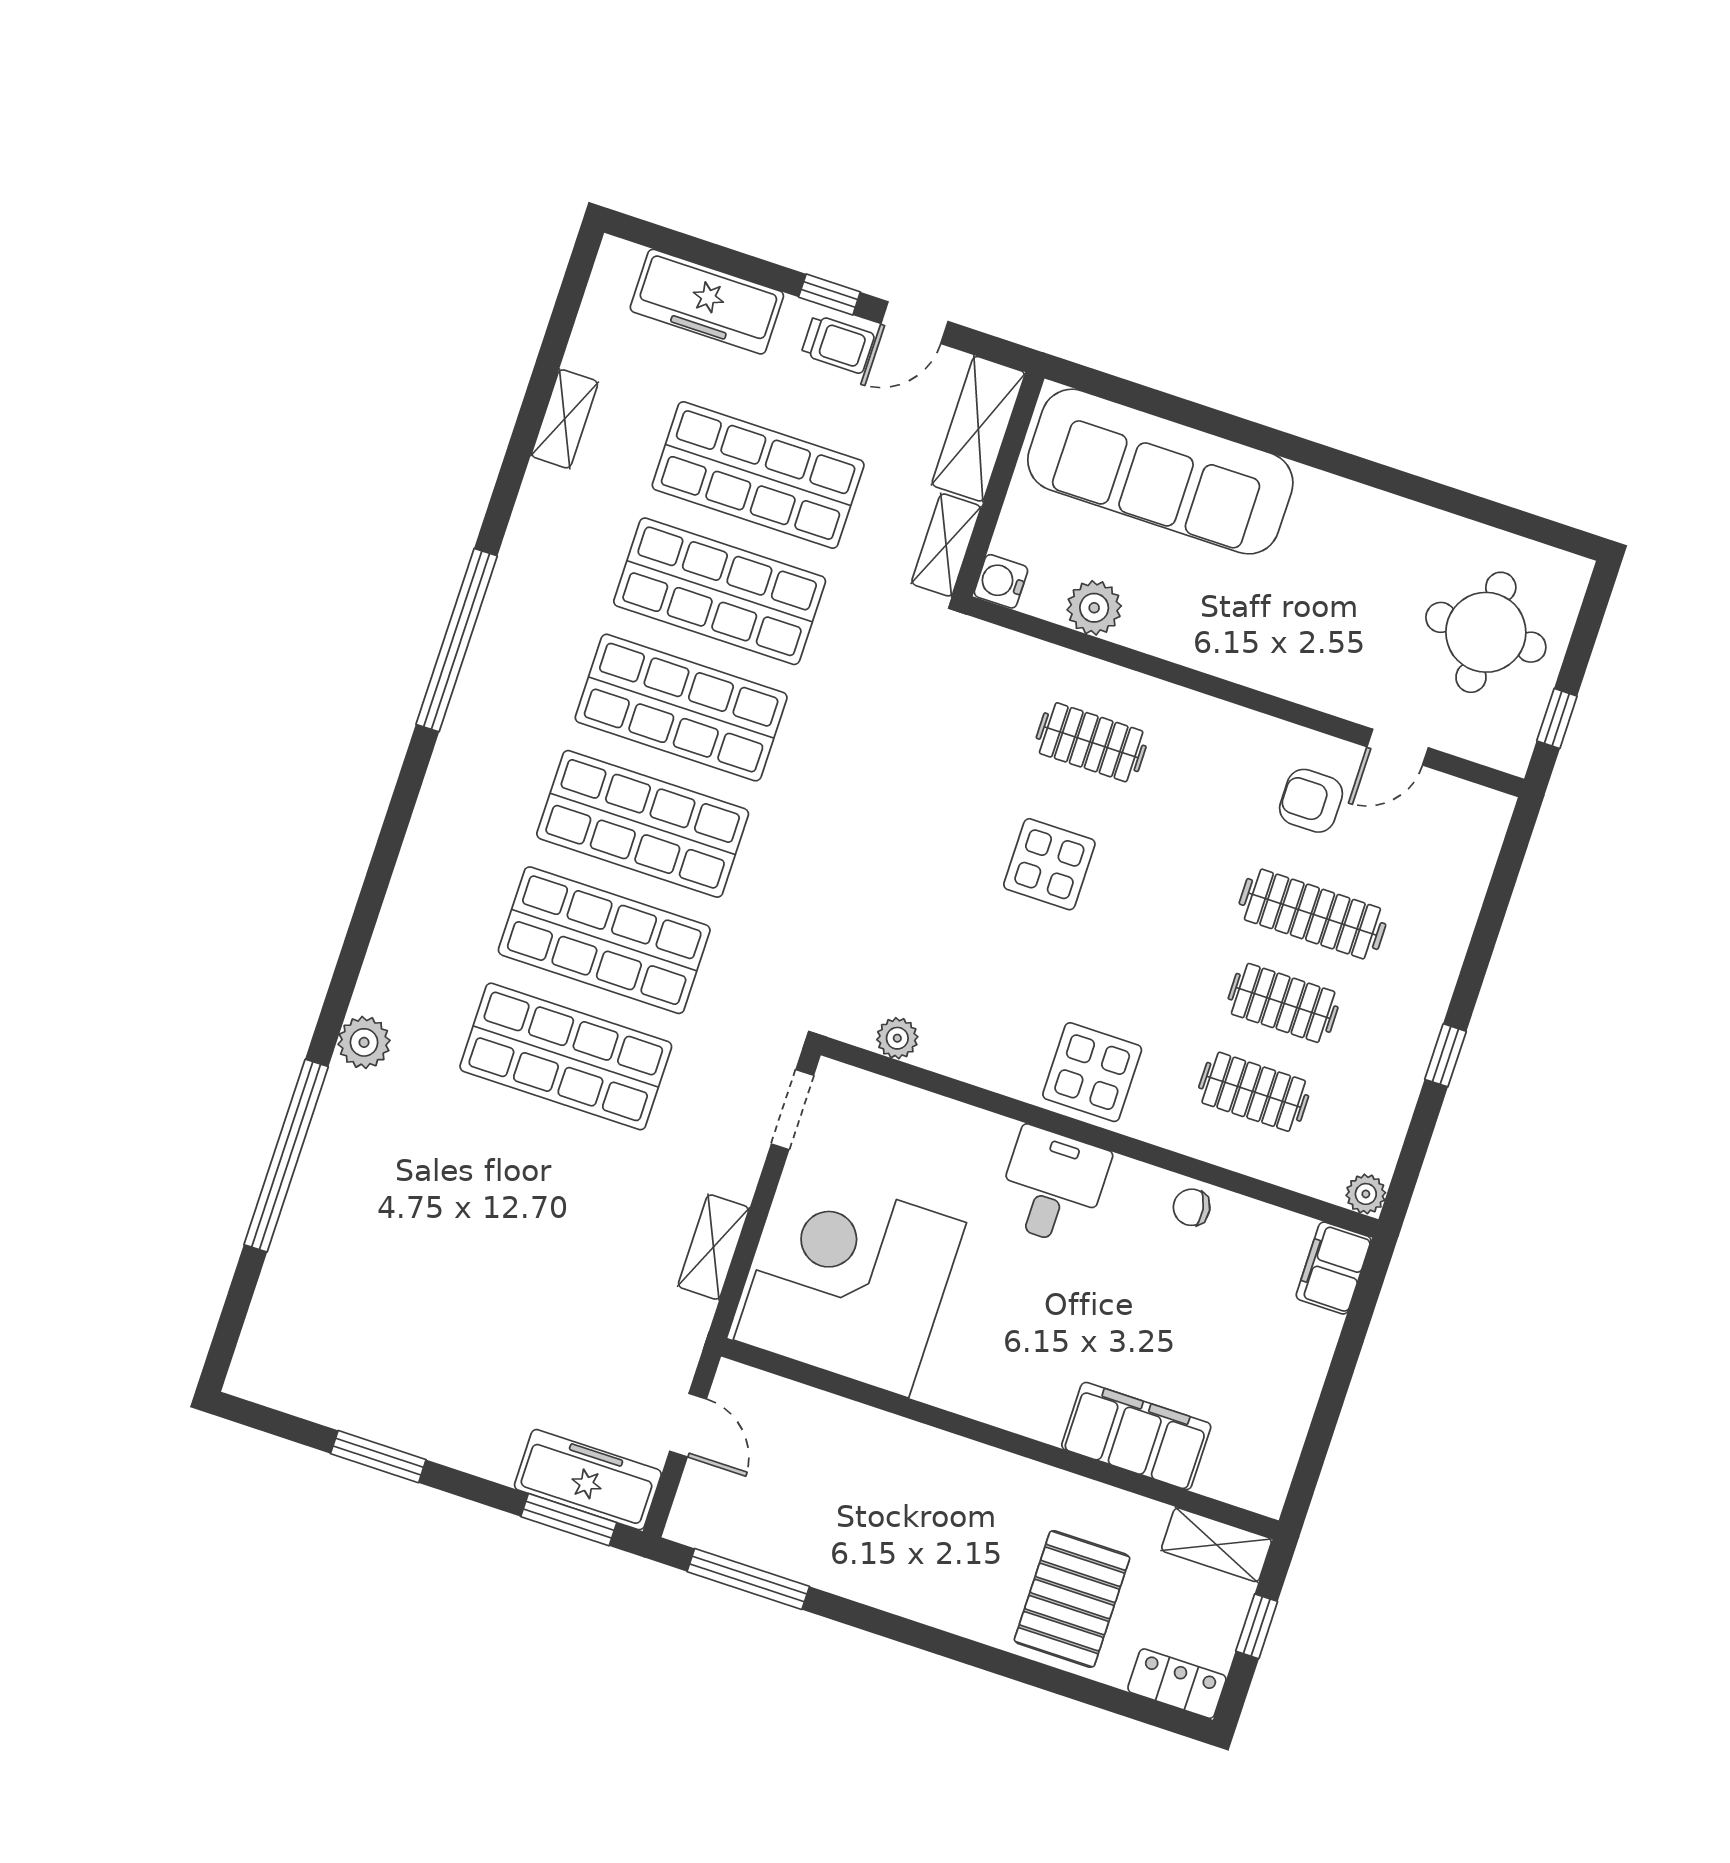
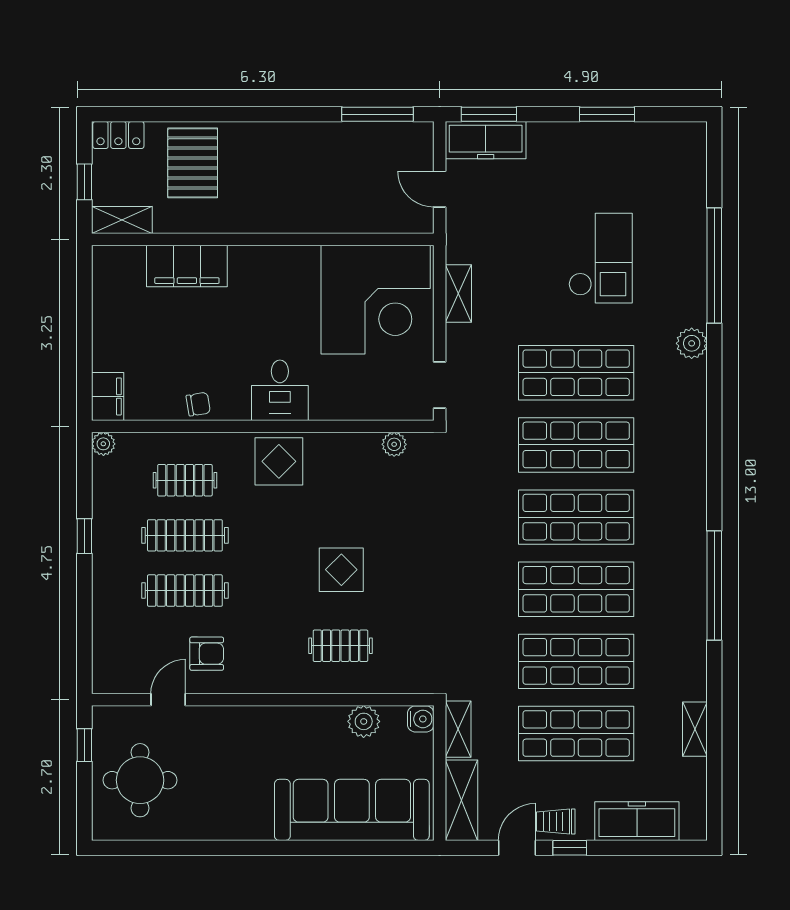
clothes rail: (1283, 1003) -> (185, 535), width x1.36
checkout: (466, 1228) -> (600, 258), added

